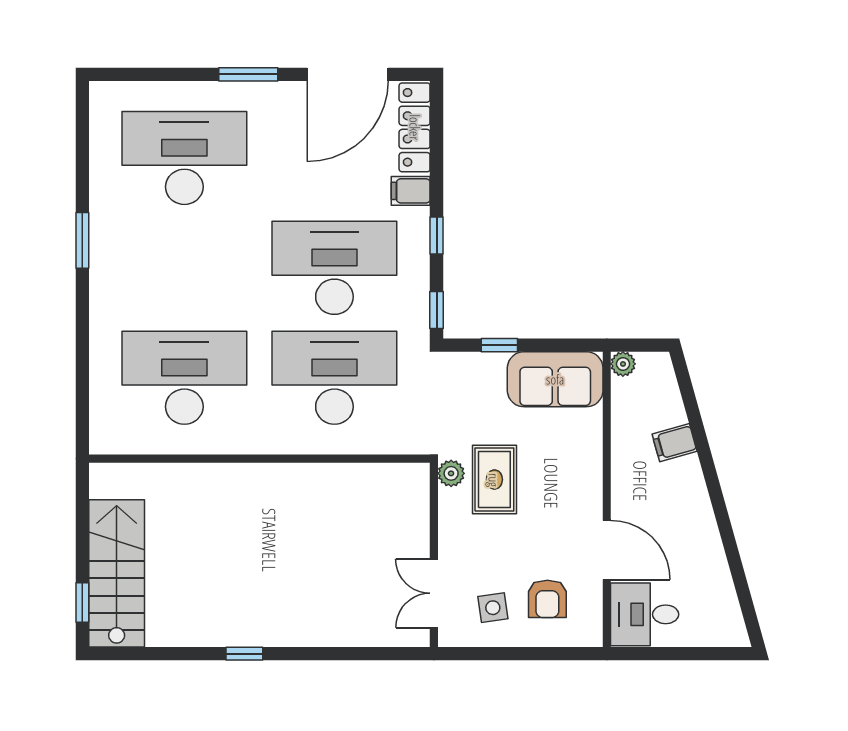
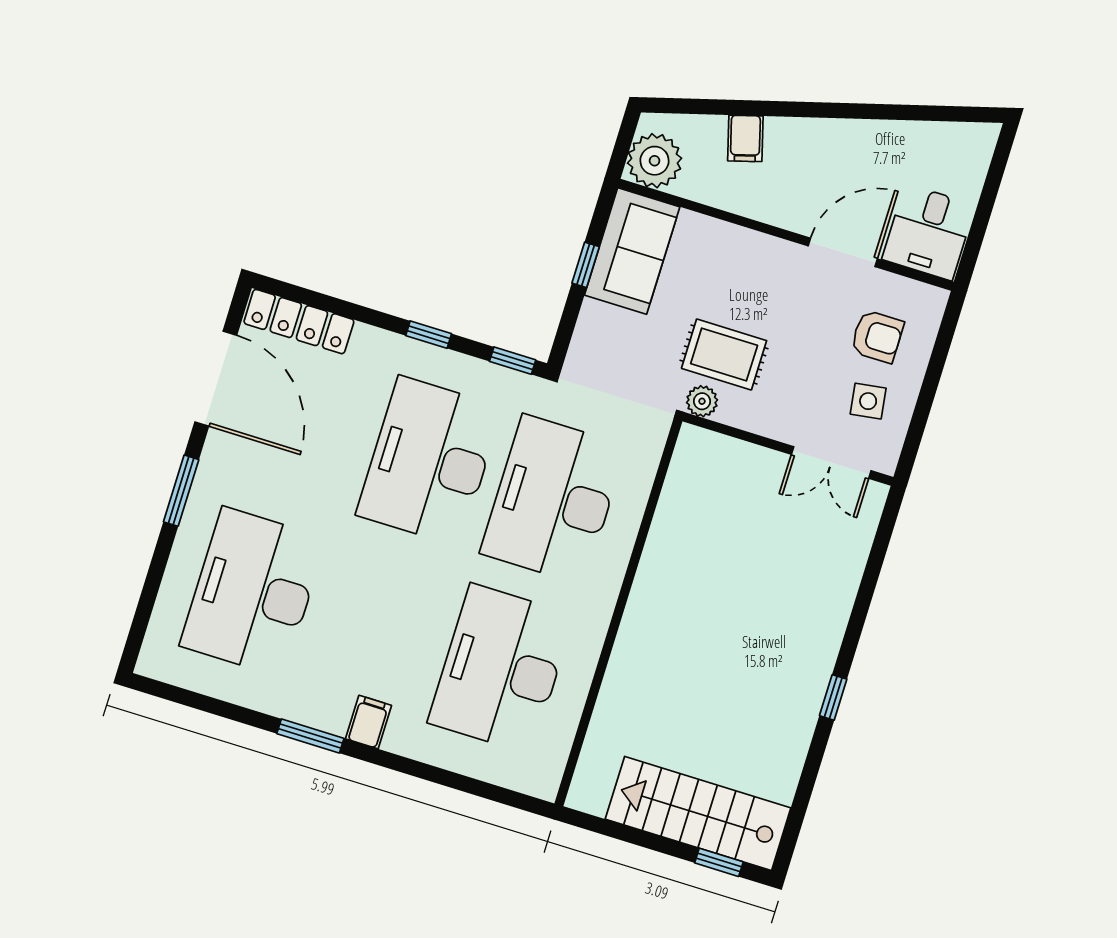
filing cabinet: (411, 191) -> (369, 722), moved, turned 180
window: (499, 345) -> (586, 265), moved
plant: (623, 364) -> (654, 161), width x1.88, depth x1.88

